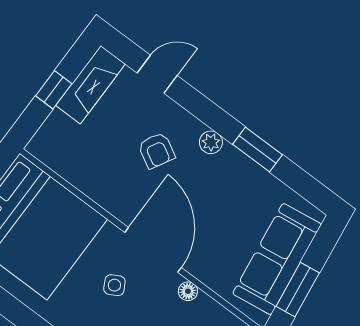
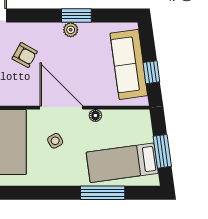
plant: (211, 142) -> (71, 30), moved
window: (298, 290) -> (151, 72), width x0.67

